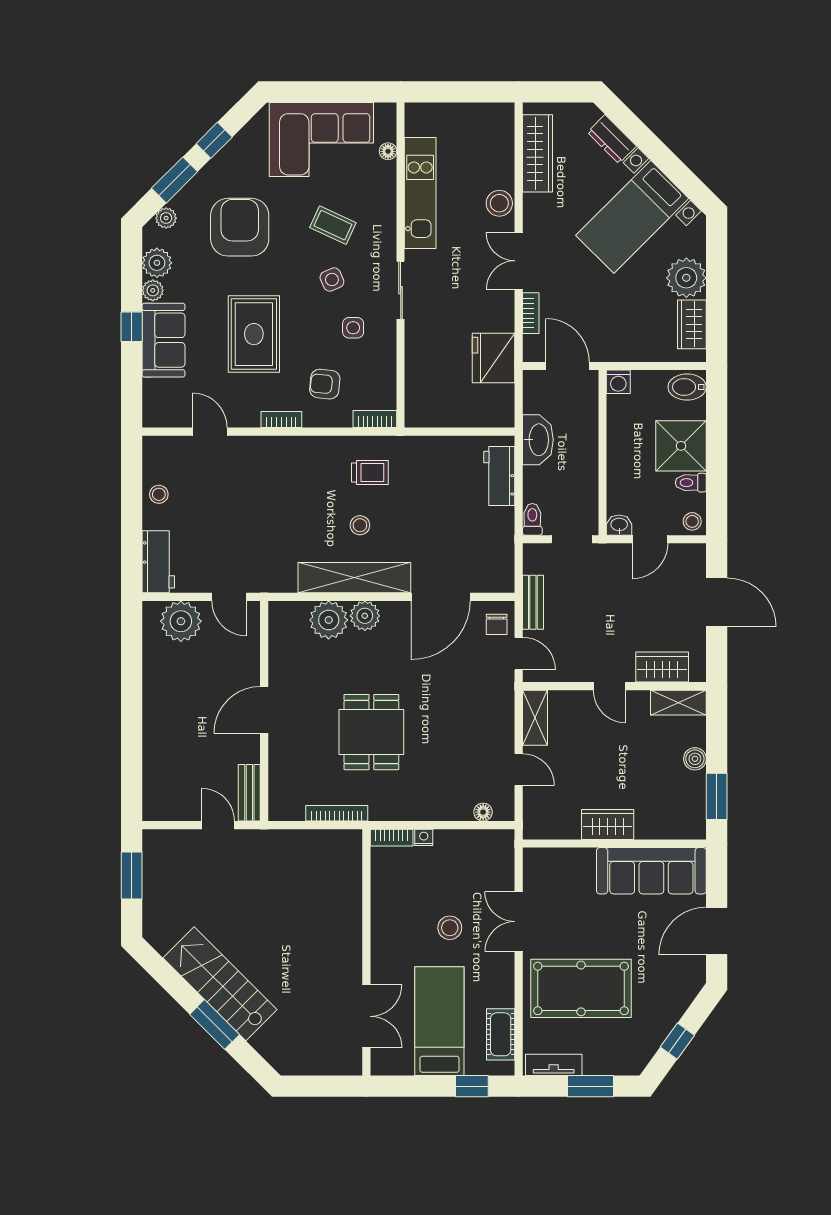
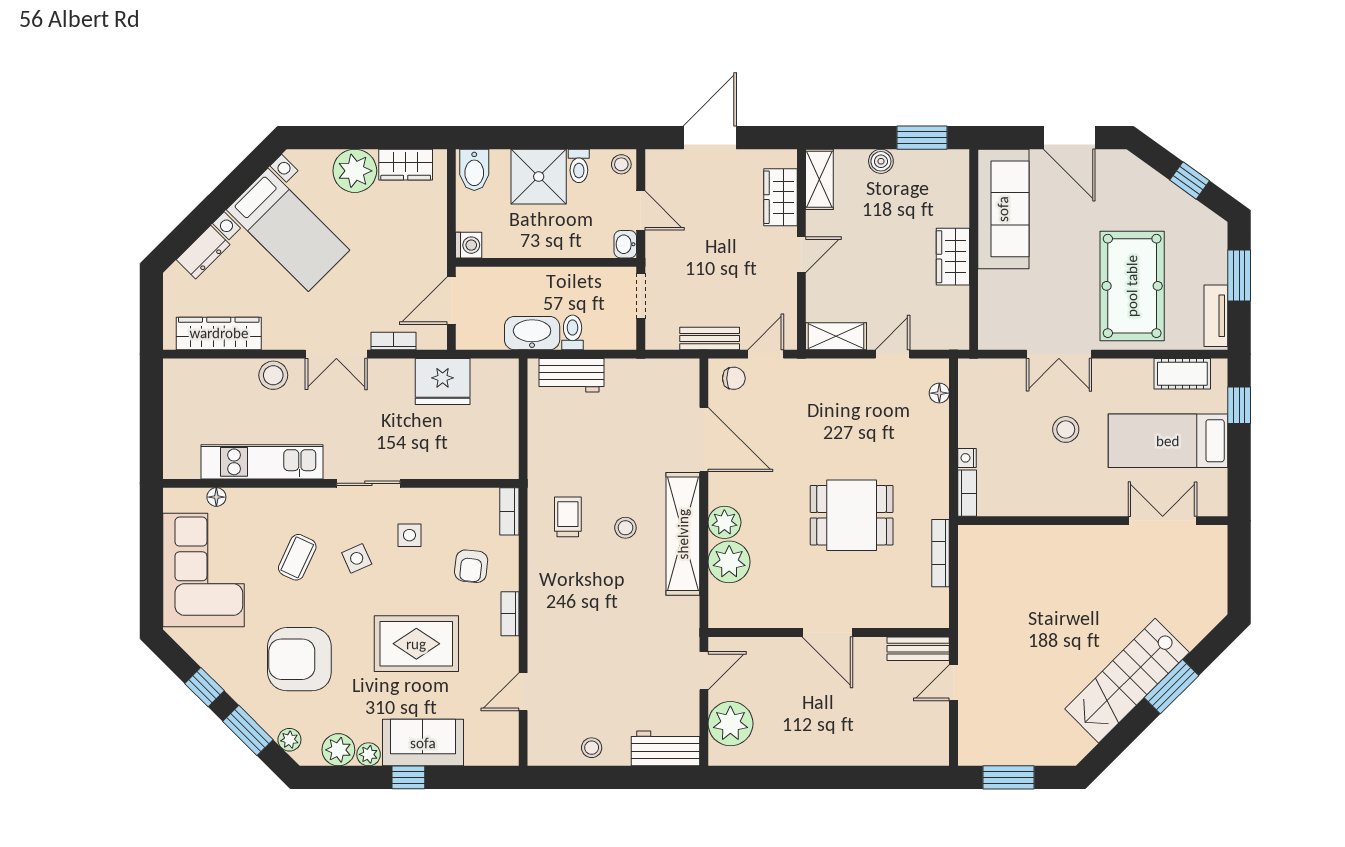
toilet: (532, 519) -> (573, 332), moved, turned 90

